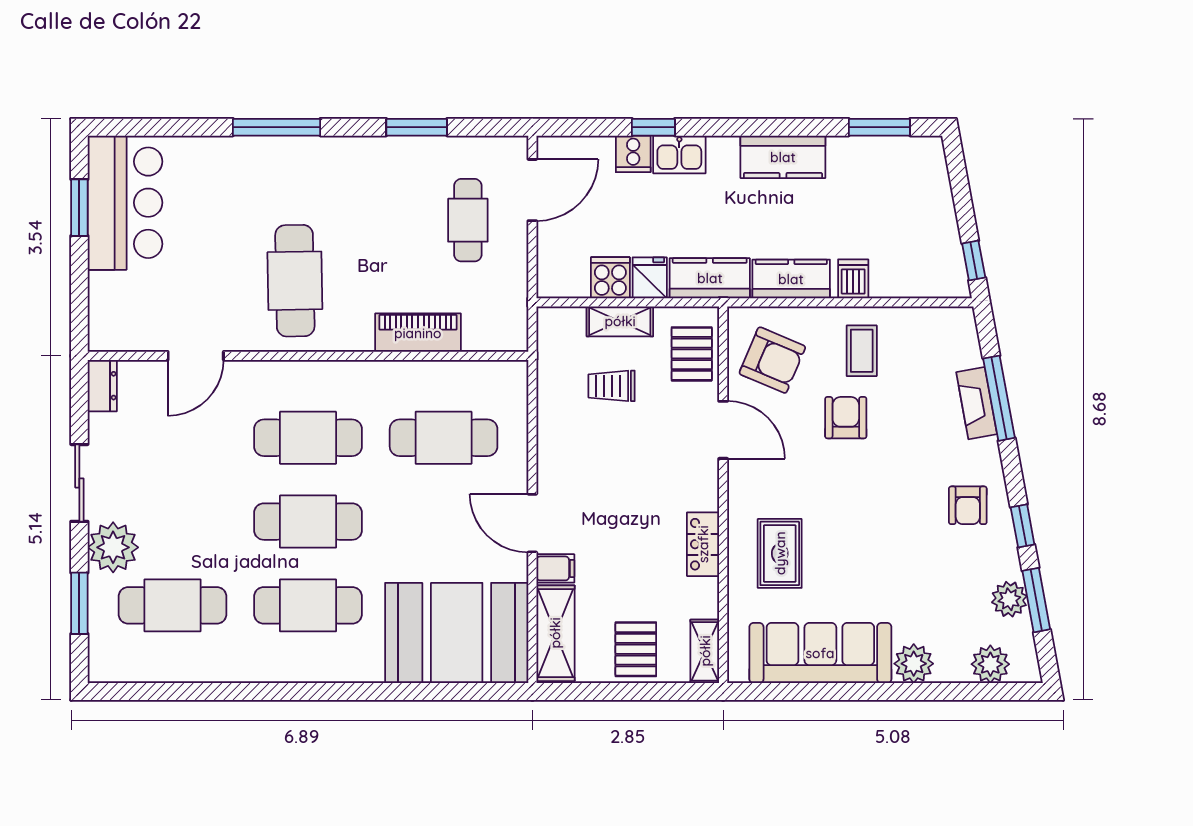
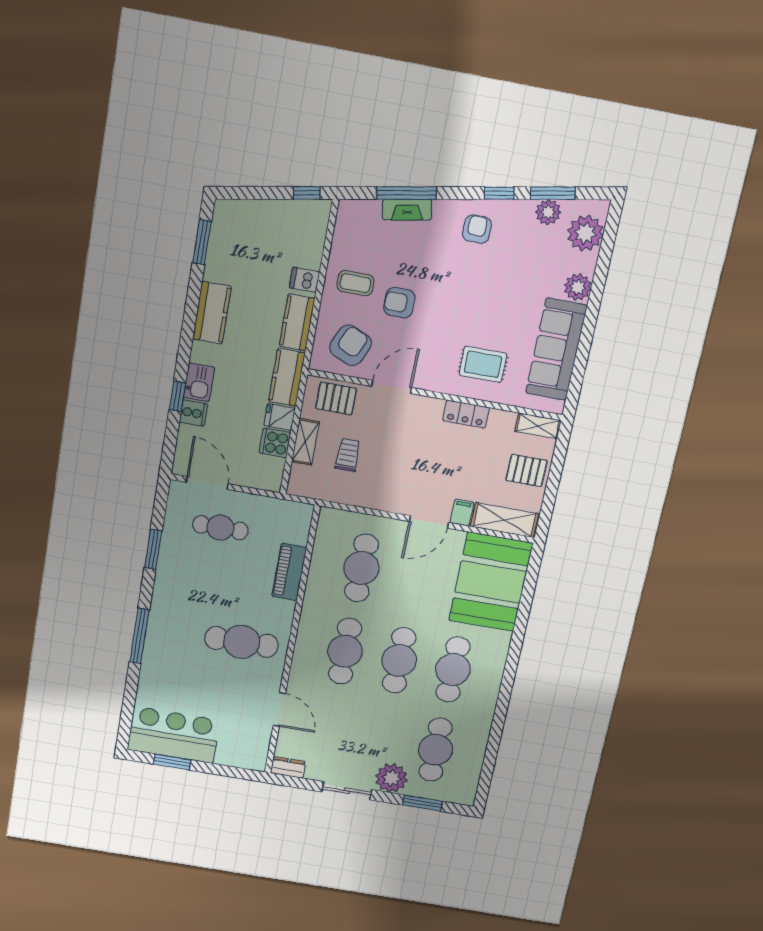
trolley: (612, 386) -> (348, 455), turned 180
armchair: (968, 505) -> (477, 229), turned -90
plant: (990, 664) -> (585, 233), width x1.36, depth x1.36

